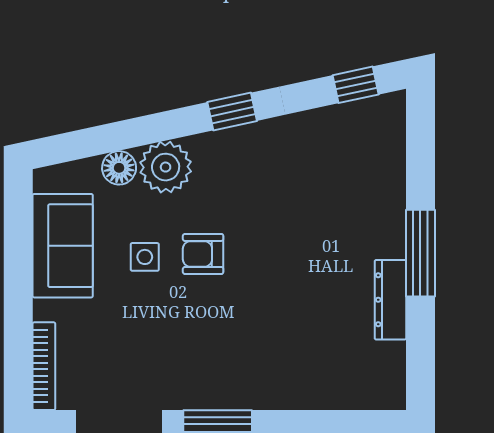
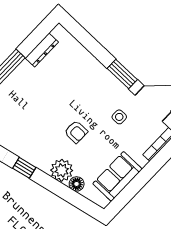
side table: (145, 257) -> (119, 117), moved
dresser: (390, 300) -> (42, 50), moved

